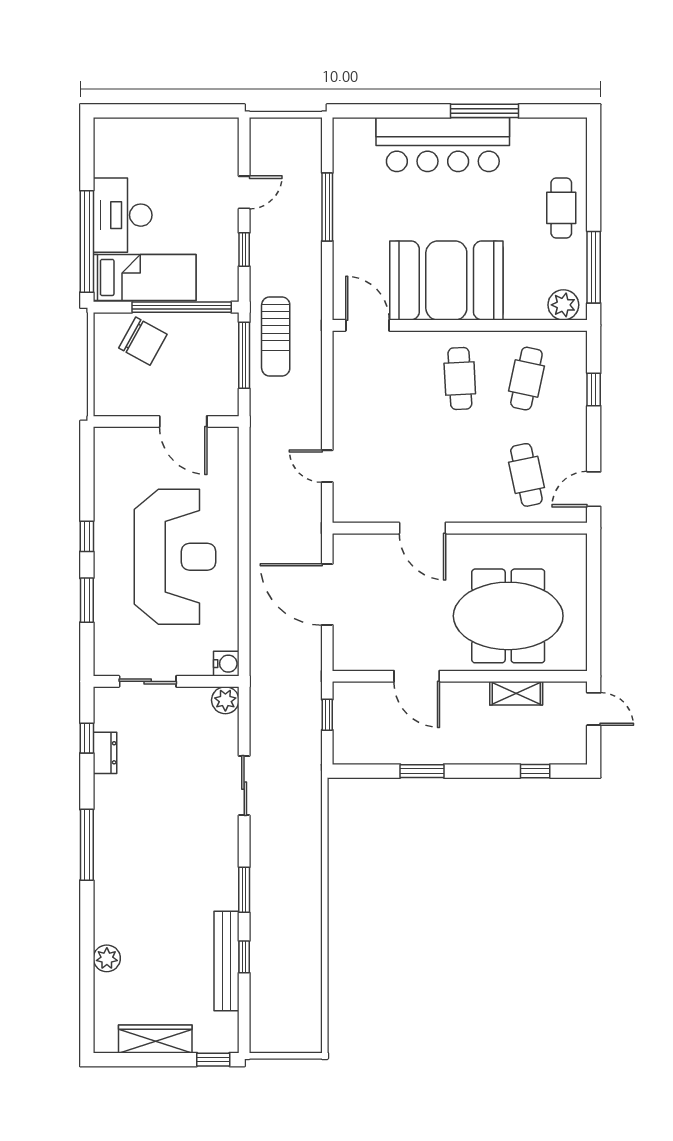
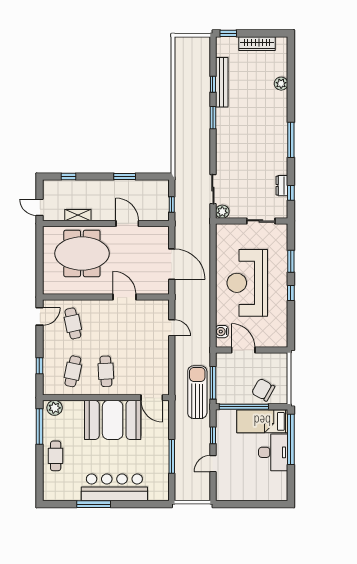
sun lounger: (276, 336) -> (197, 392), width x1.36, depth x1.34
water cooler: (226, 664) -> (222, 332), moved
sliding door: (244, 786) -> (213, 189), moved

